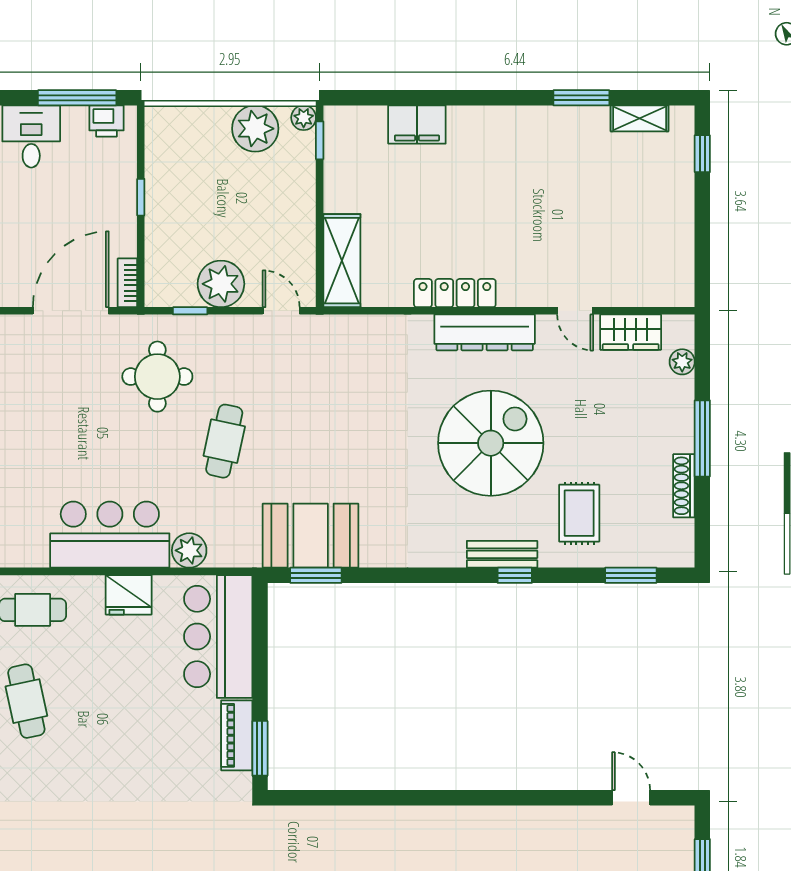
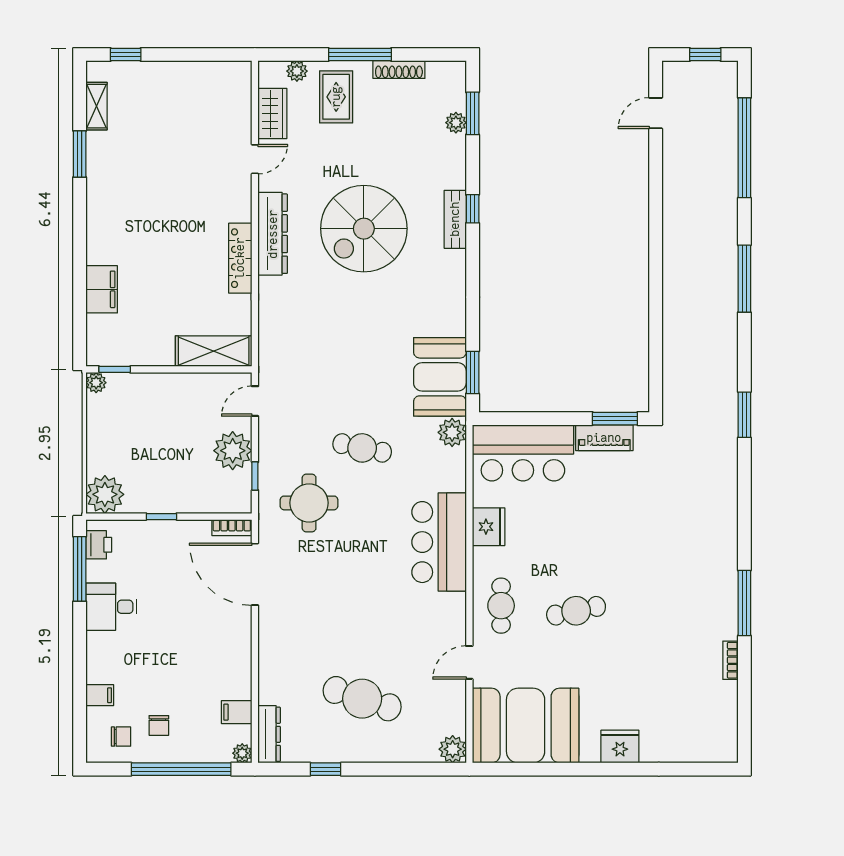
plant: (255, 129) -> (105, 494), moved
spiral stairs: (491, 443) -> (364, 229), turned -90
rug: (579, 513) -> (336, 97), moved, turned 90
plant: (189, 550) -> (452, 432), moved
plant: (620, 555) -> (456, 123), added

